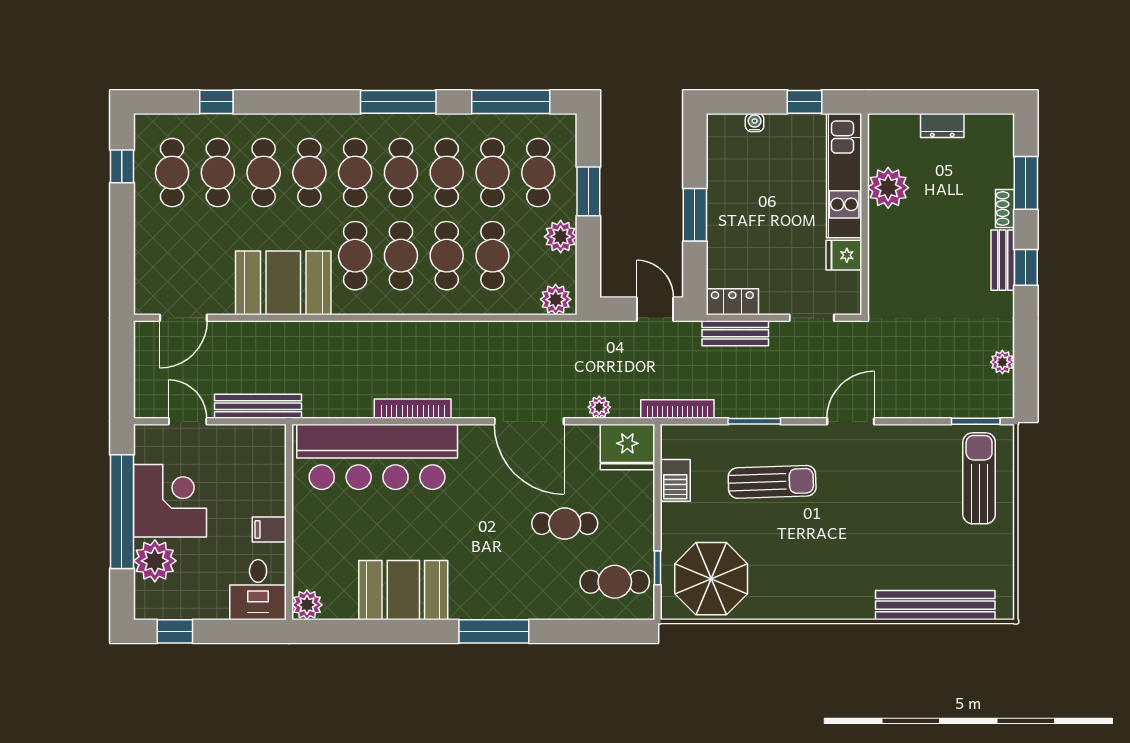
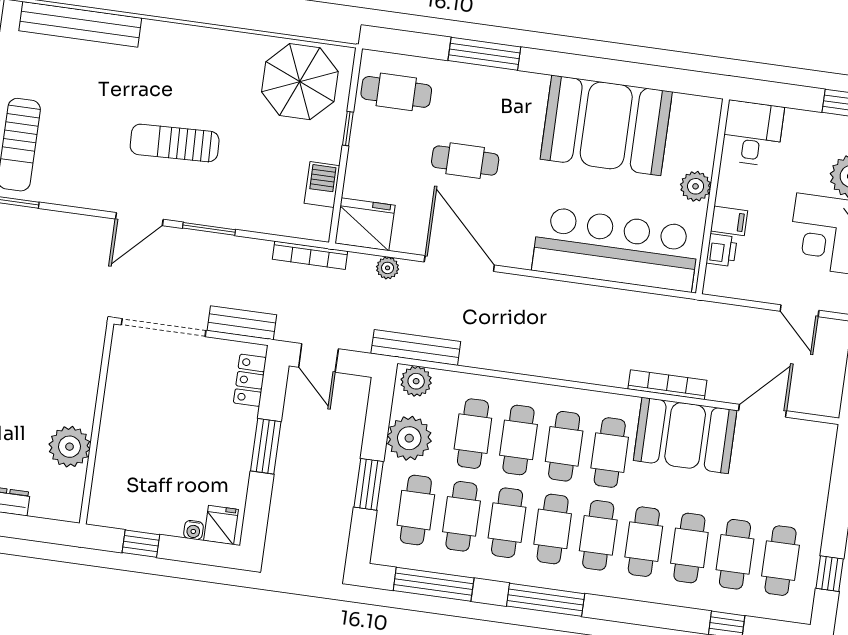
kitchen unit: (844, 176) -> (112, 465), removed
plant: (561, 237) -> (409, 438), width x1.36, depth x1.36
fridge: (844, 255) -> (221, 525), moved, turned -90
locker: (732, 302) -> (250, 380), moved, turned 90
door: (183, 318) -> (762, 411), moved
doorway: (812, 318) -> (164, 328), width x1.87
bench: (258, 406) -> (416, 347), moved
bookcase: (413, 409) -> (667, 385), moved, turned 180
window: (754, 421) -> (209, 229), moved
printer: (272, 470) -> (722, 250), added
sun lounger: (772, 482) -> (175, 143), moved
cafe table: (565, 524) -> (465, 161), moved
filing cabinet: (269, 529) -> (729, 221), moved
window: (657, 568) -> (348, 129), moved
booth: (403, 590) -> (606, 125), width x1.36, depth x1.42
plant: (307, 605) -> (696, 186), moved
window: (494, 631) -> (484, 54), moved

